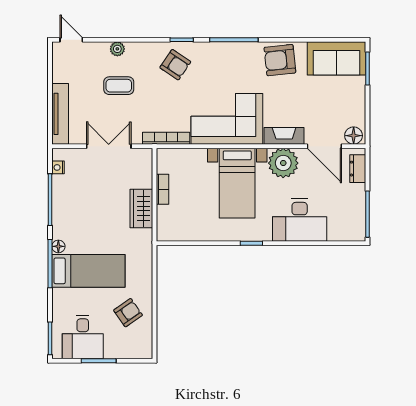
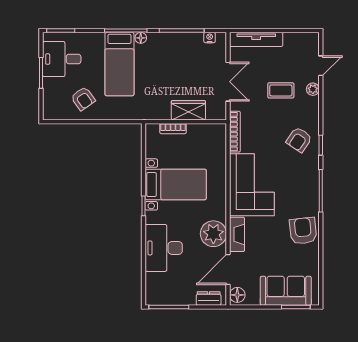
door: (71, 40) -> (321, 66), moved
sofa: (336, 58) -> (286, 291), moved, turned 90
coffee table: (119, 86) -> (281, 90), turned 90
bed with nightstands: (237, 183) -> (176, 184), moved, turned 180
bookcase: (162, 189) -> (173, 129), moved
wardrobe: (141, 208) -> (188, 110), moved

